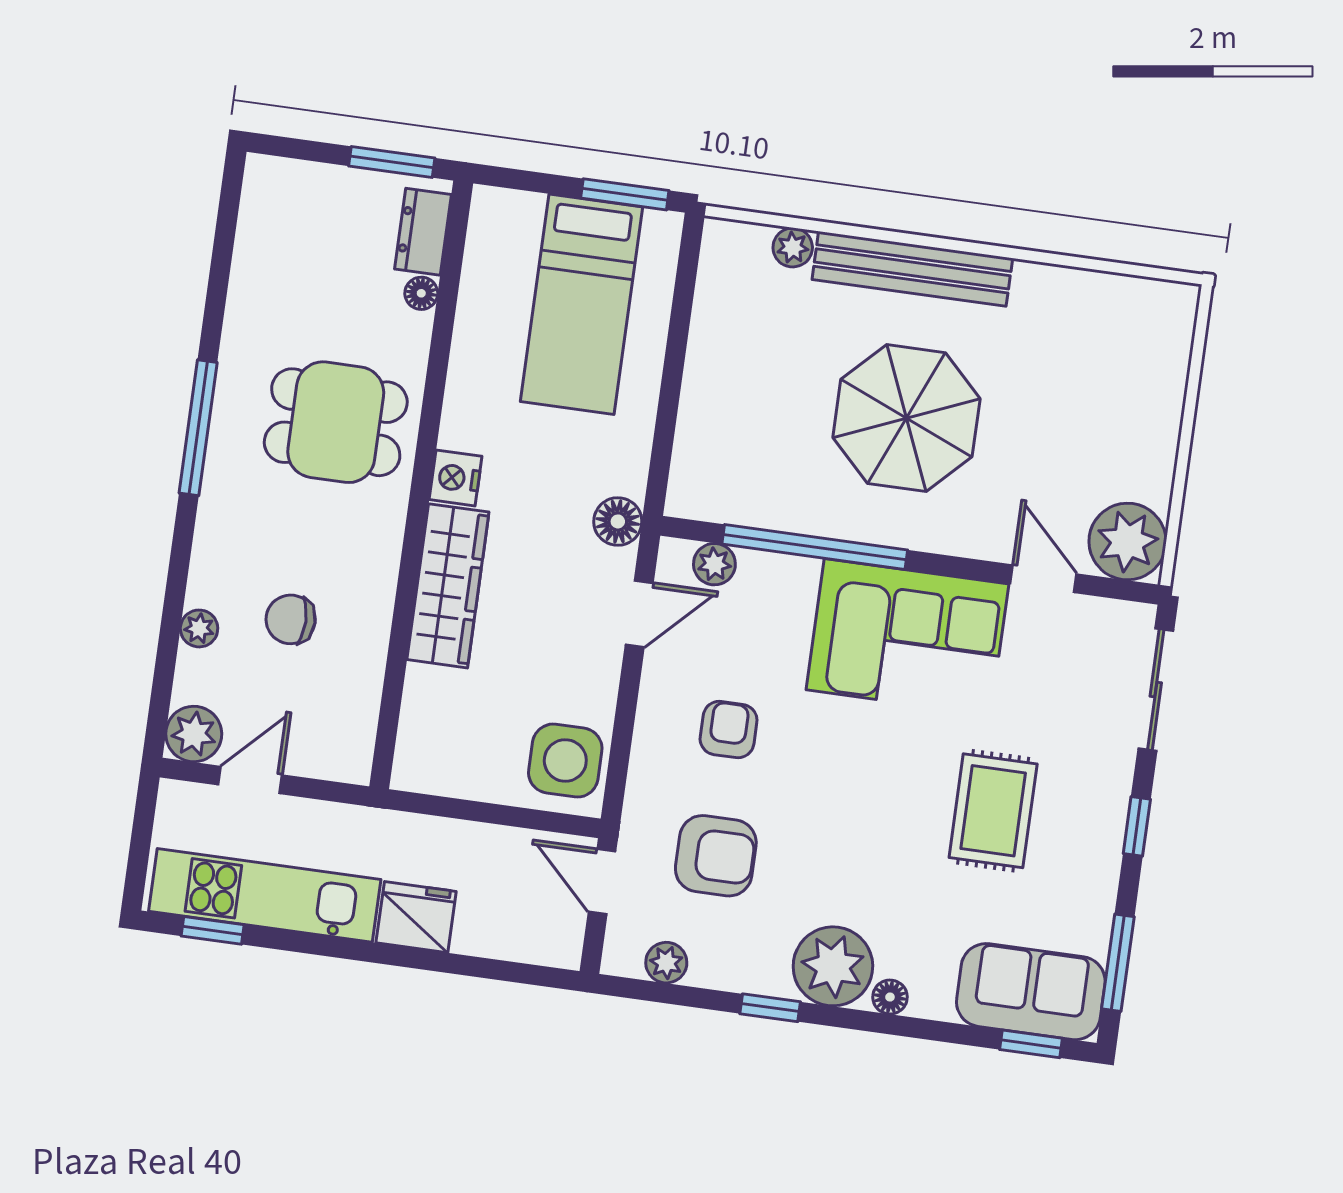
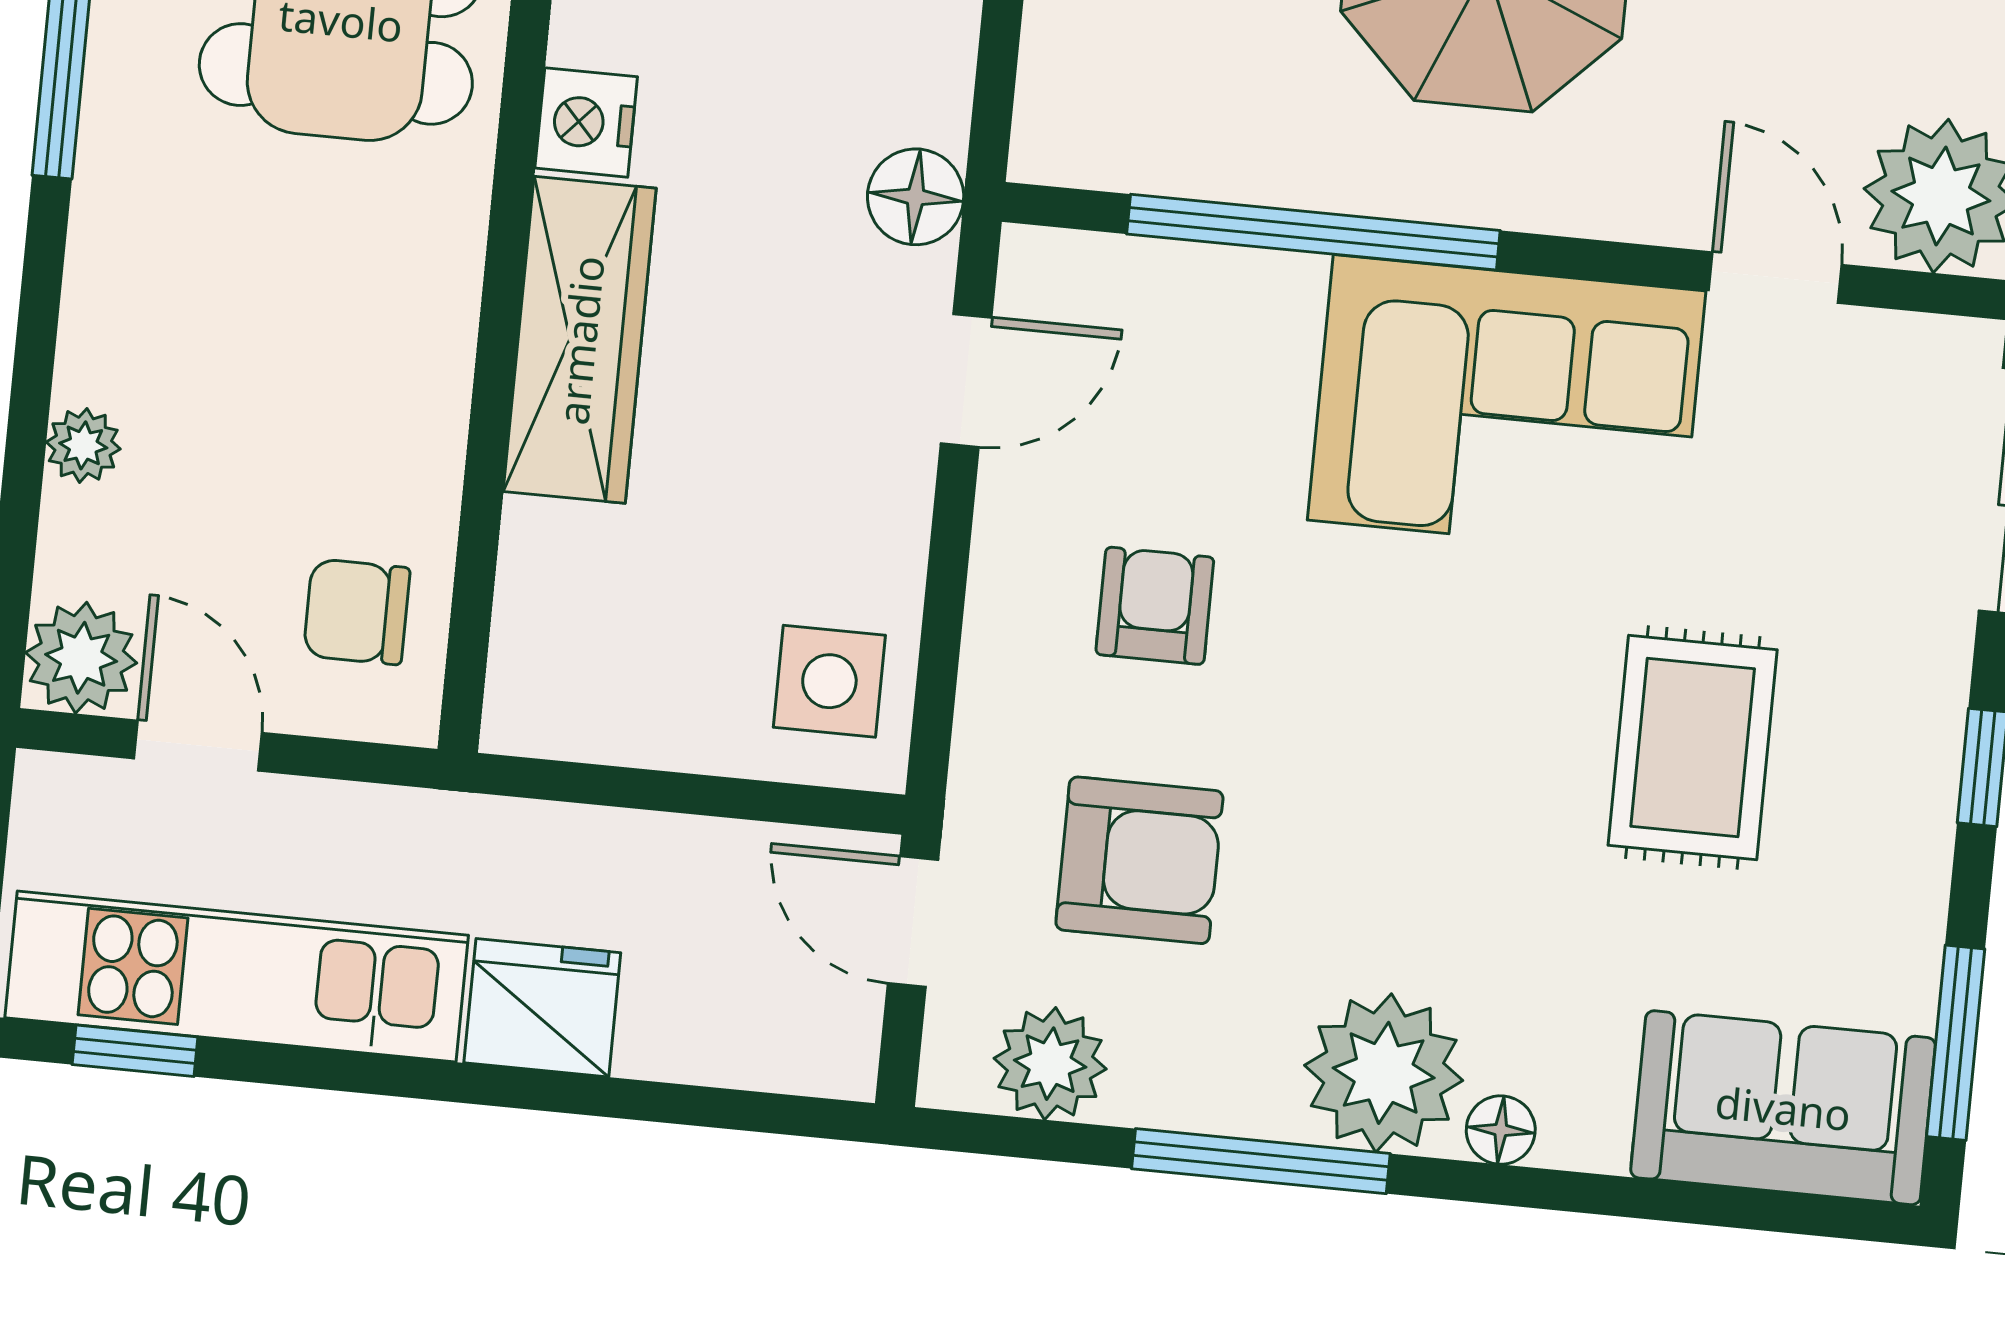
plant: (714, 564) -> (1113, 275), removed
chair: (291, 619) -> (357, 612), moved
side table: (565, 761) -> (829, 681), width x0.73, depth x0.73
door: (250, 780) -> (198, 746), hinge flipped
plant: (666, 963) -> (1050, 1064), width x1.38, depth x1.38
window: (770, 1008) -> (1261, 1161), width x2.17
window: (1031, 1044) -> (1788, 1213), removed

